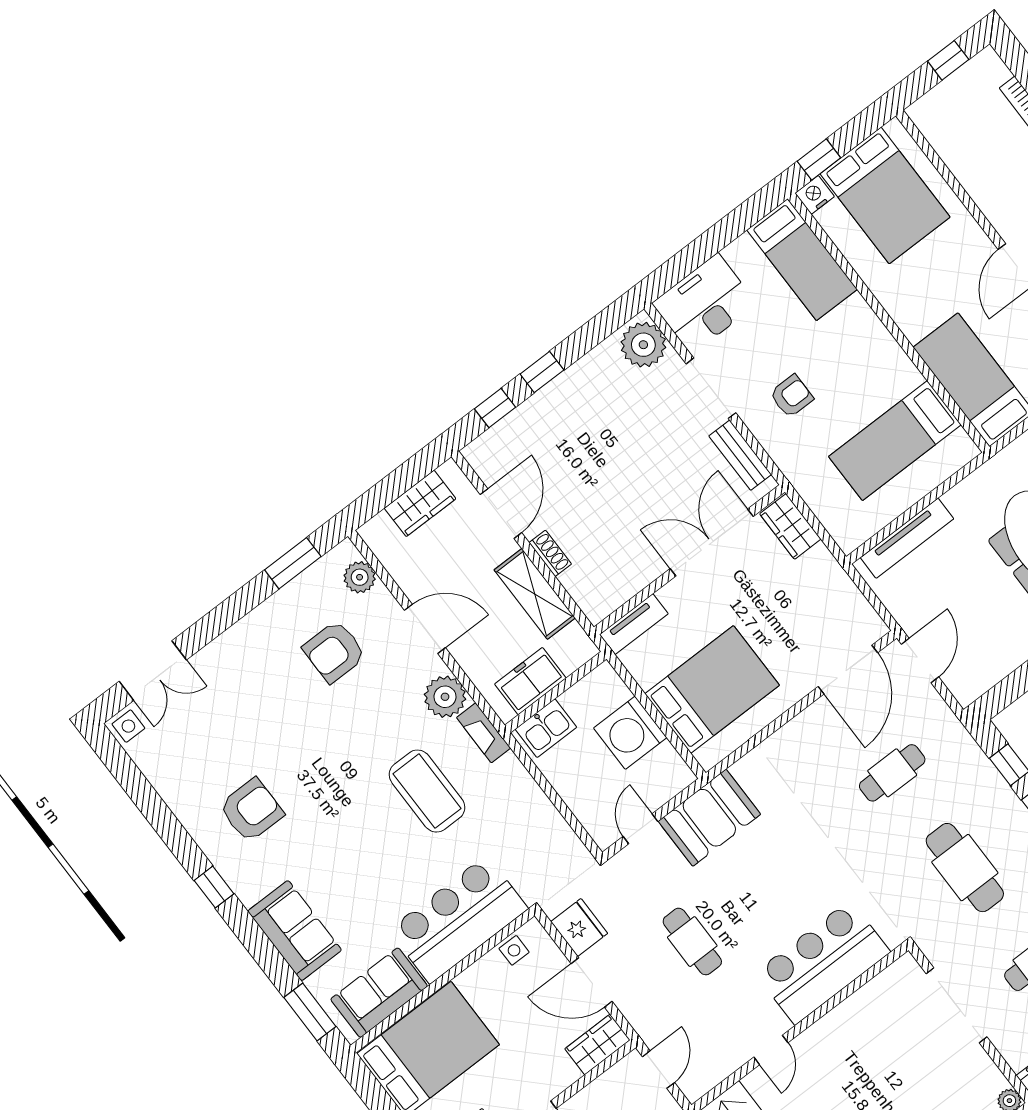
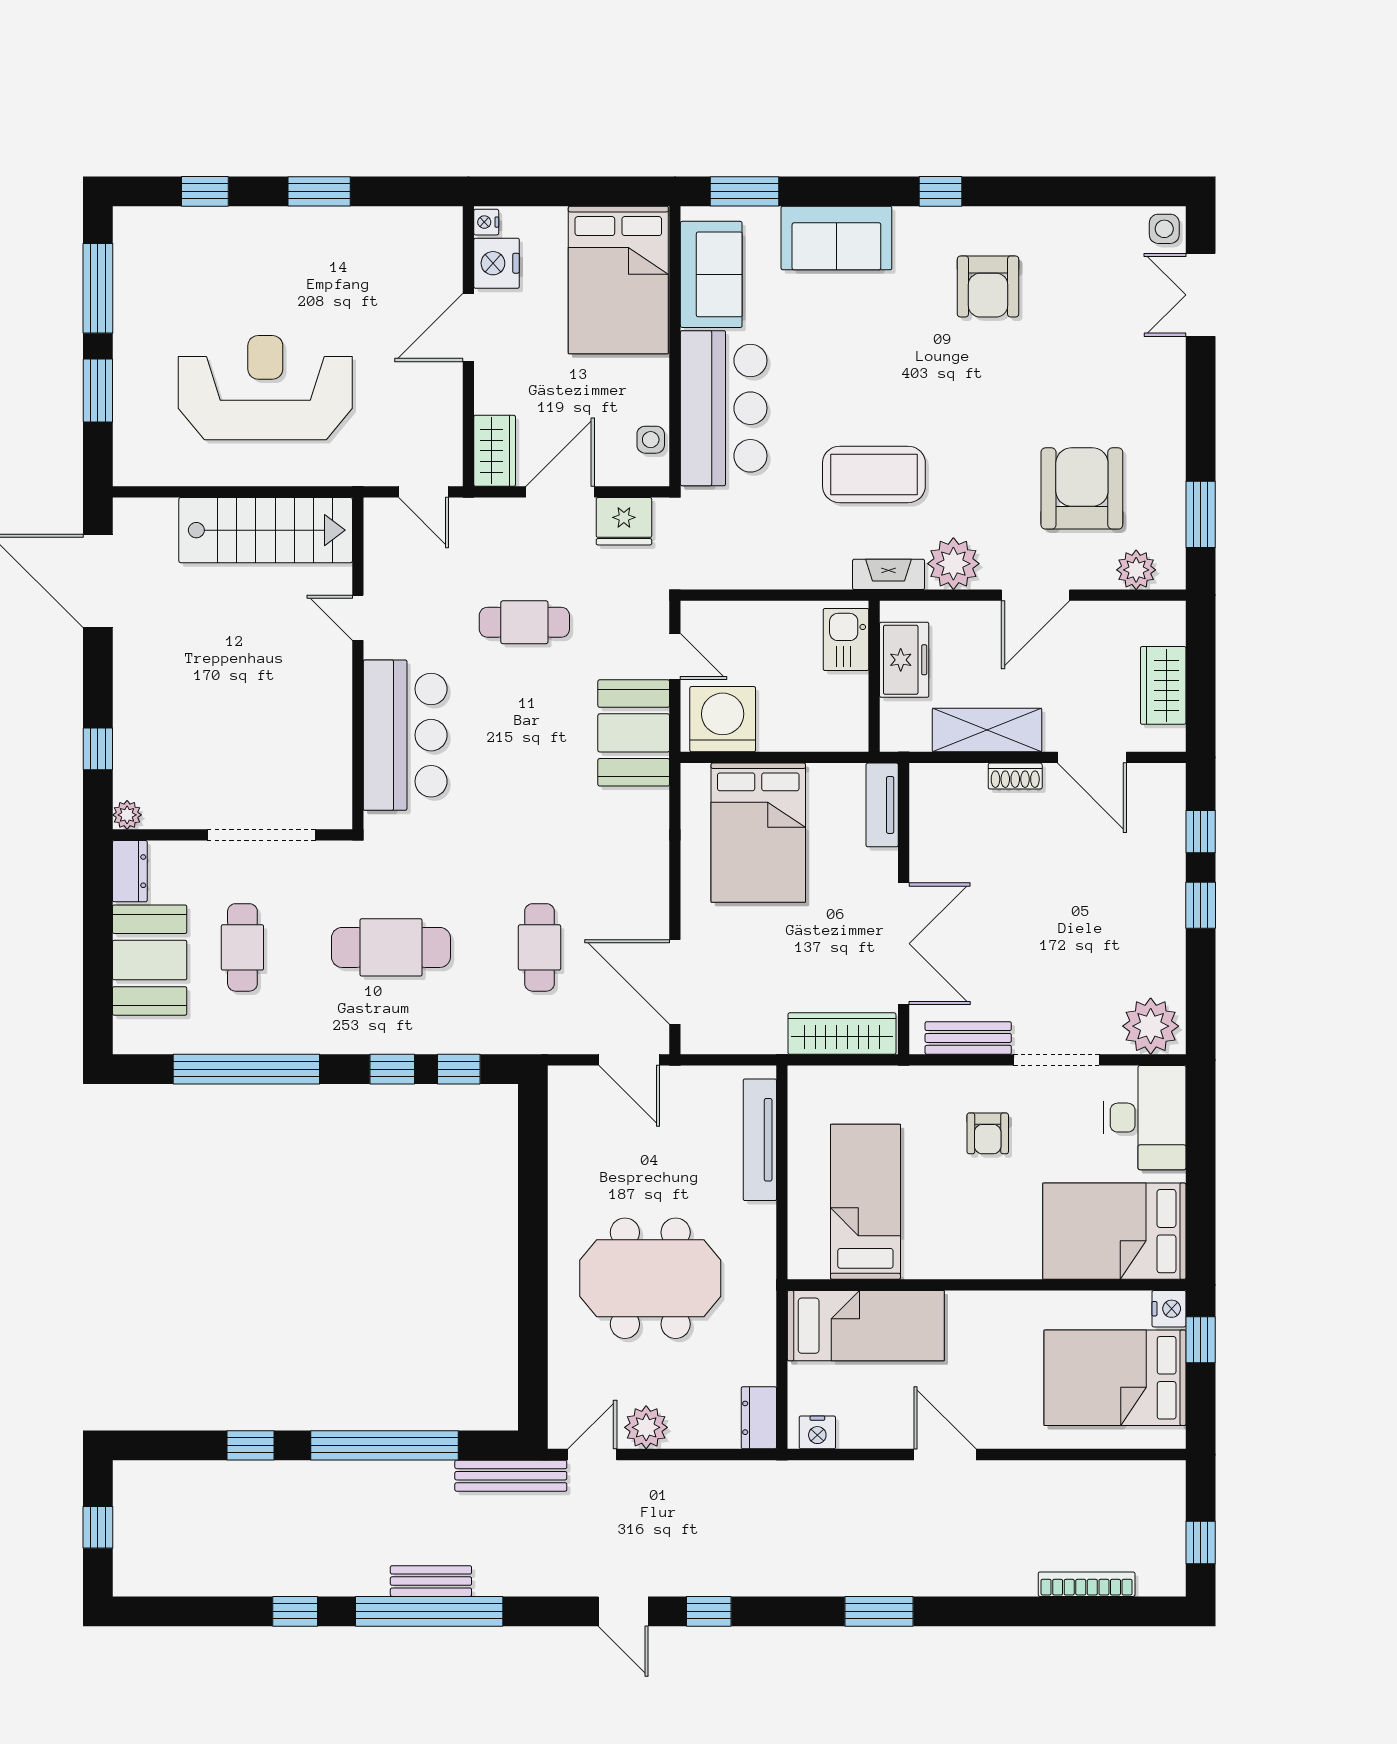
bed: (802, 260) -> (1114, 1231), width x1.50
wardrobe: (790, 526) -> (842, 1034), width x1.50
armchair: (334, 652) -> (1082, 488), width x1.36, depth x1.36
washing machine: (630, 733) -> (723, 719), moved

